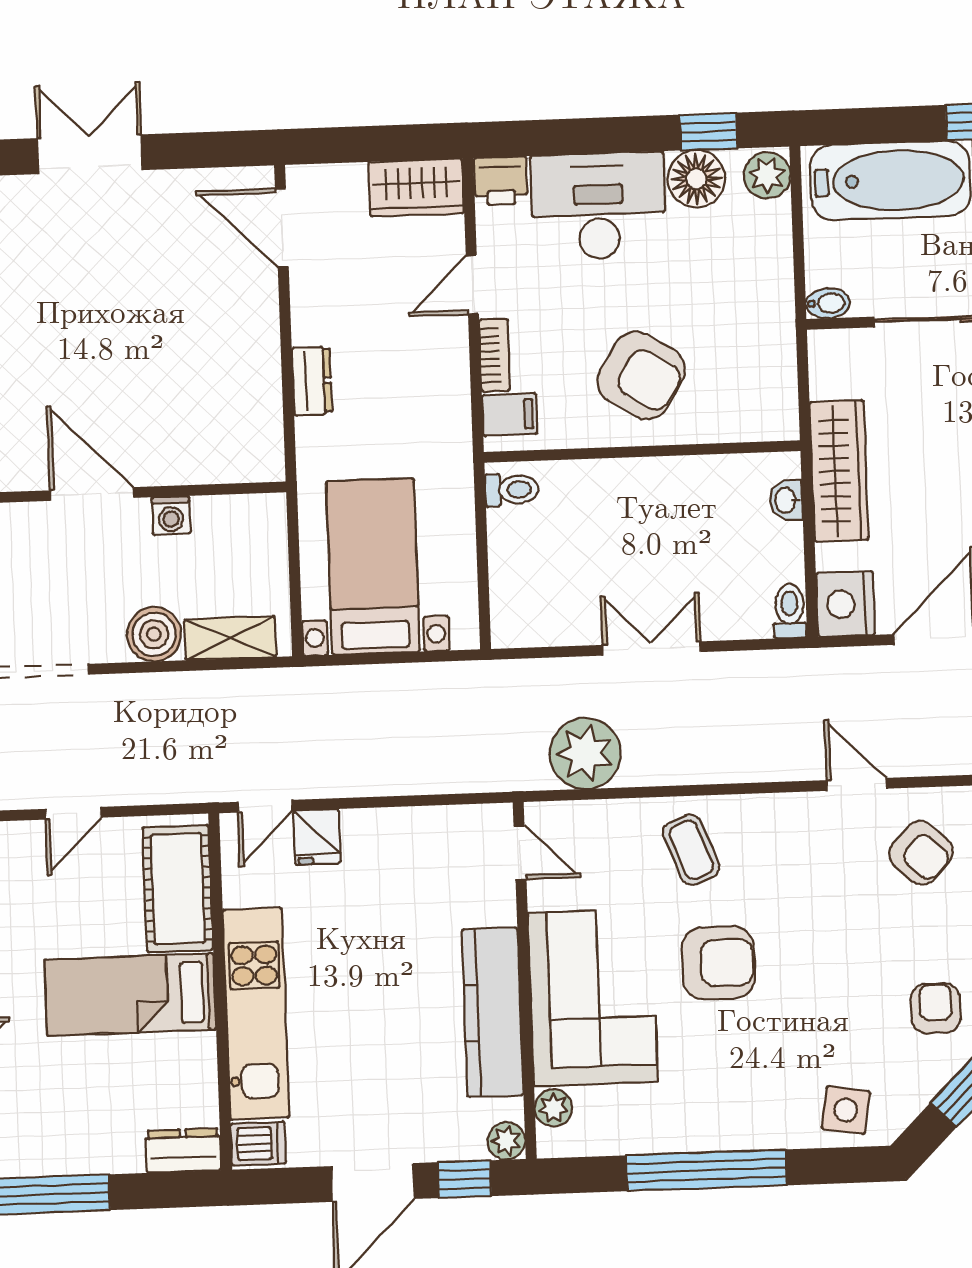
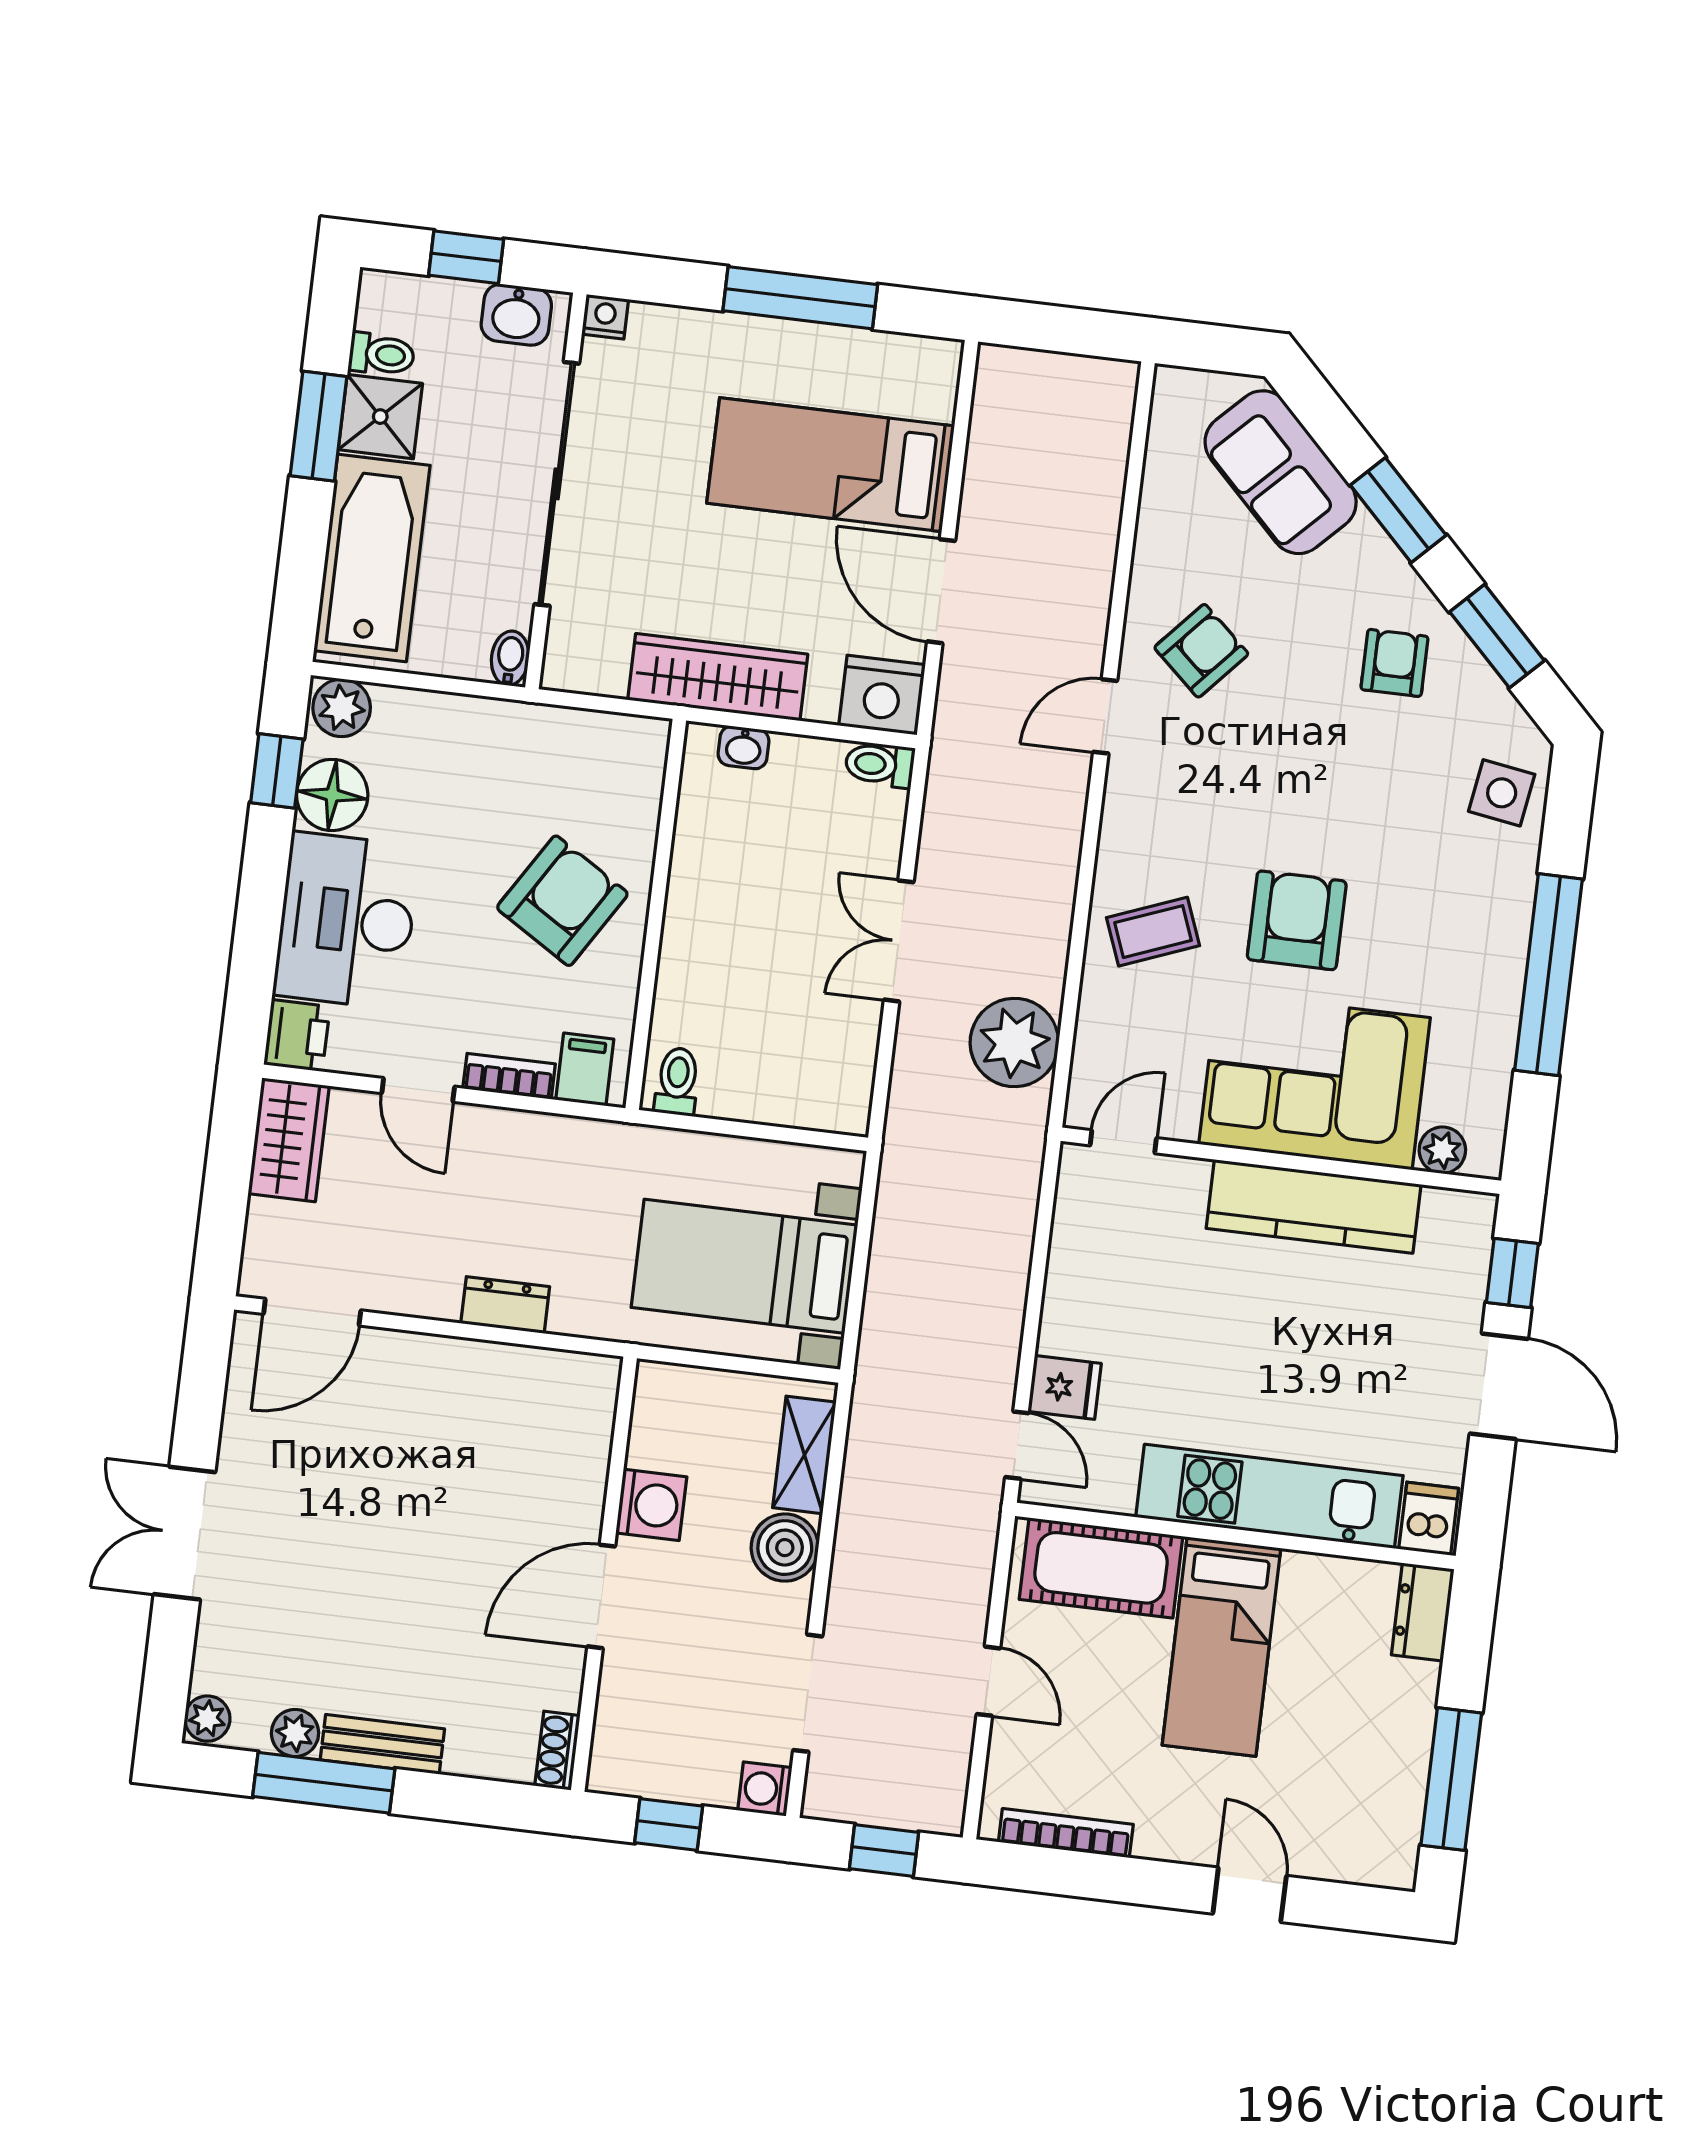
washing machine: (171, 515) -> (651, 1505), width x1.38, depth x1.38
armchair: (936, 1008) -> (1394, 663), turned 90
plant: (506, 1141) -> (1474, 1214), removed

